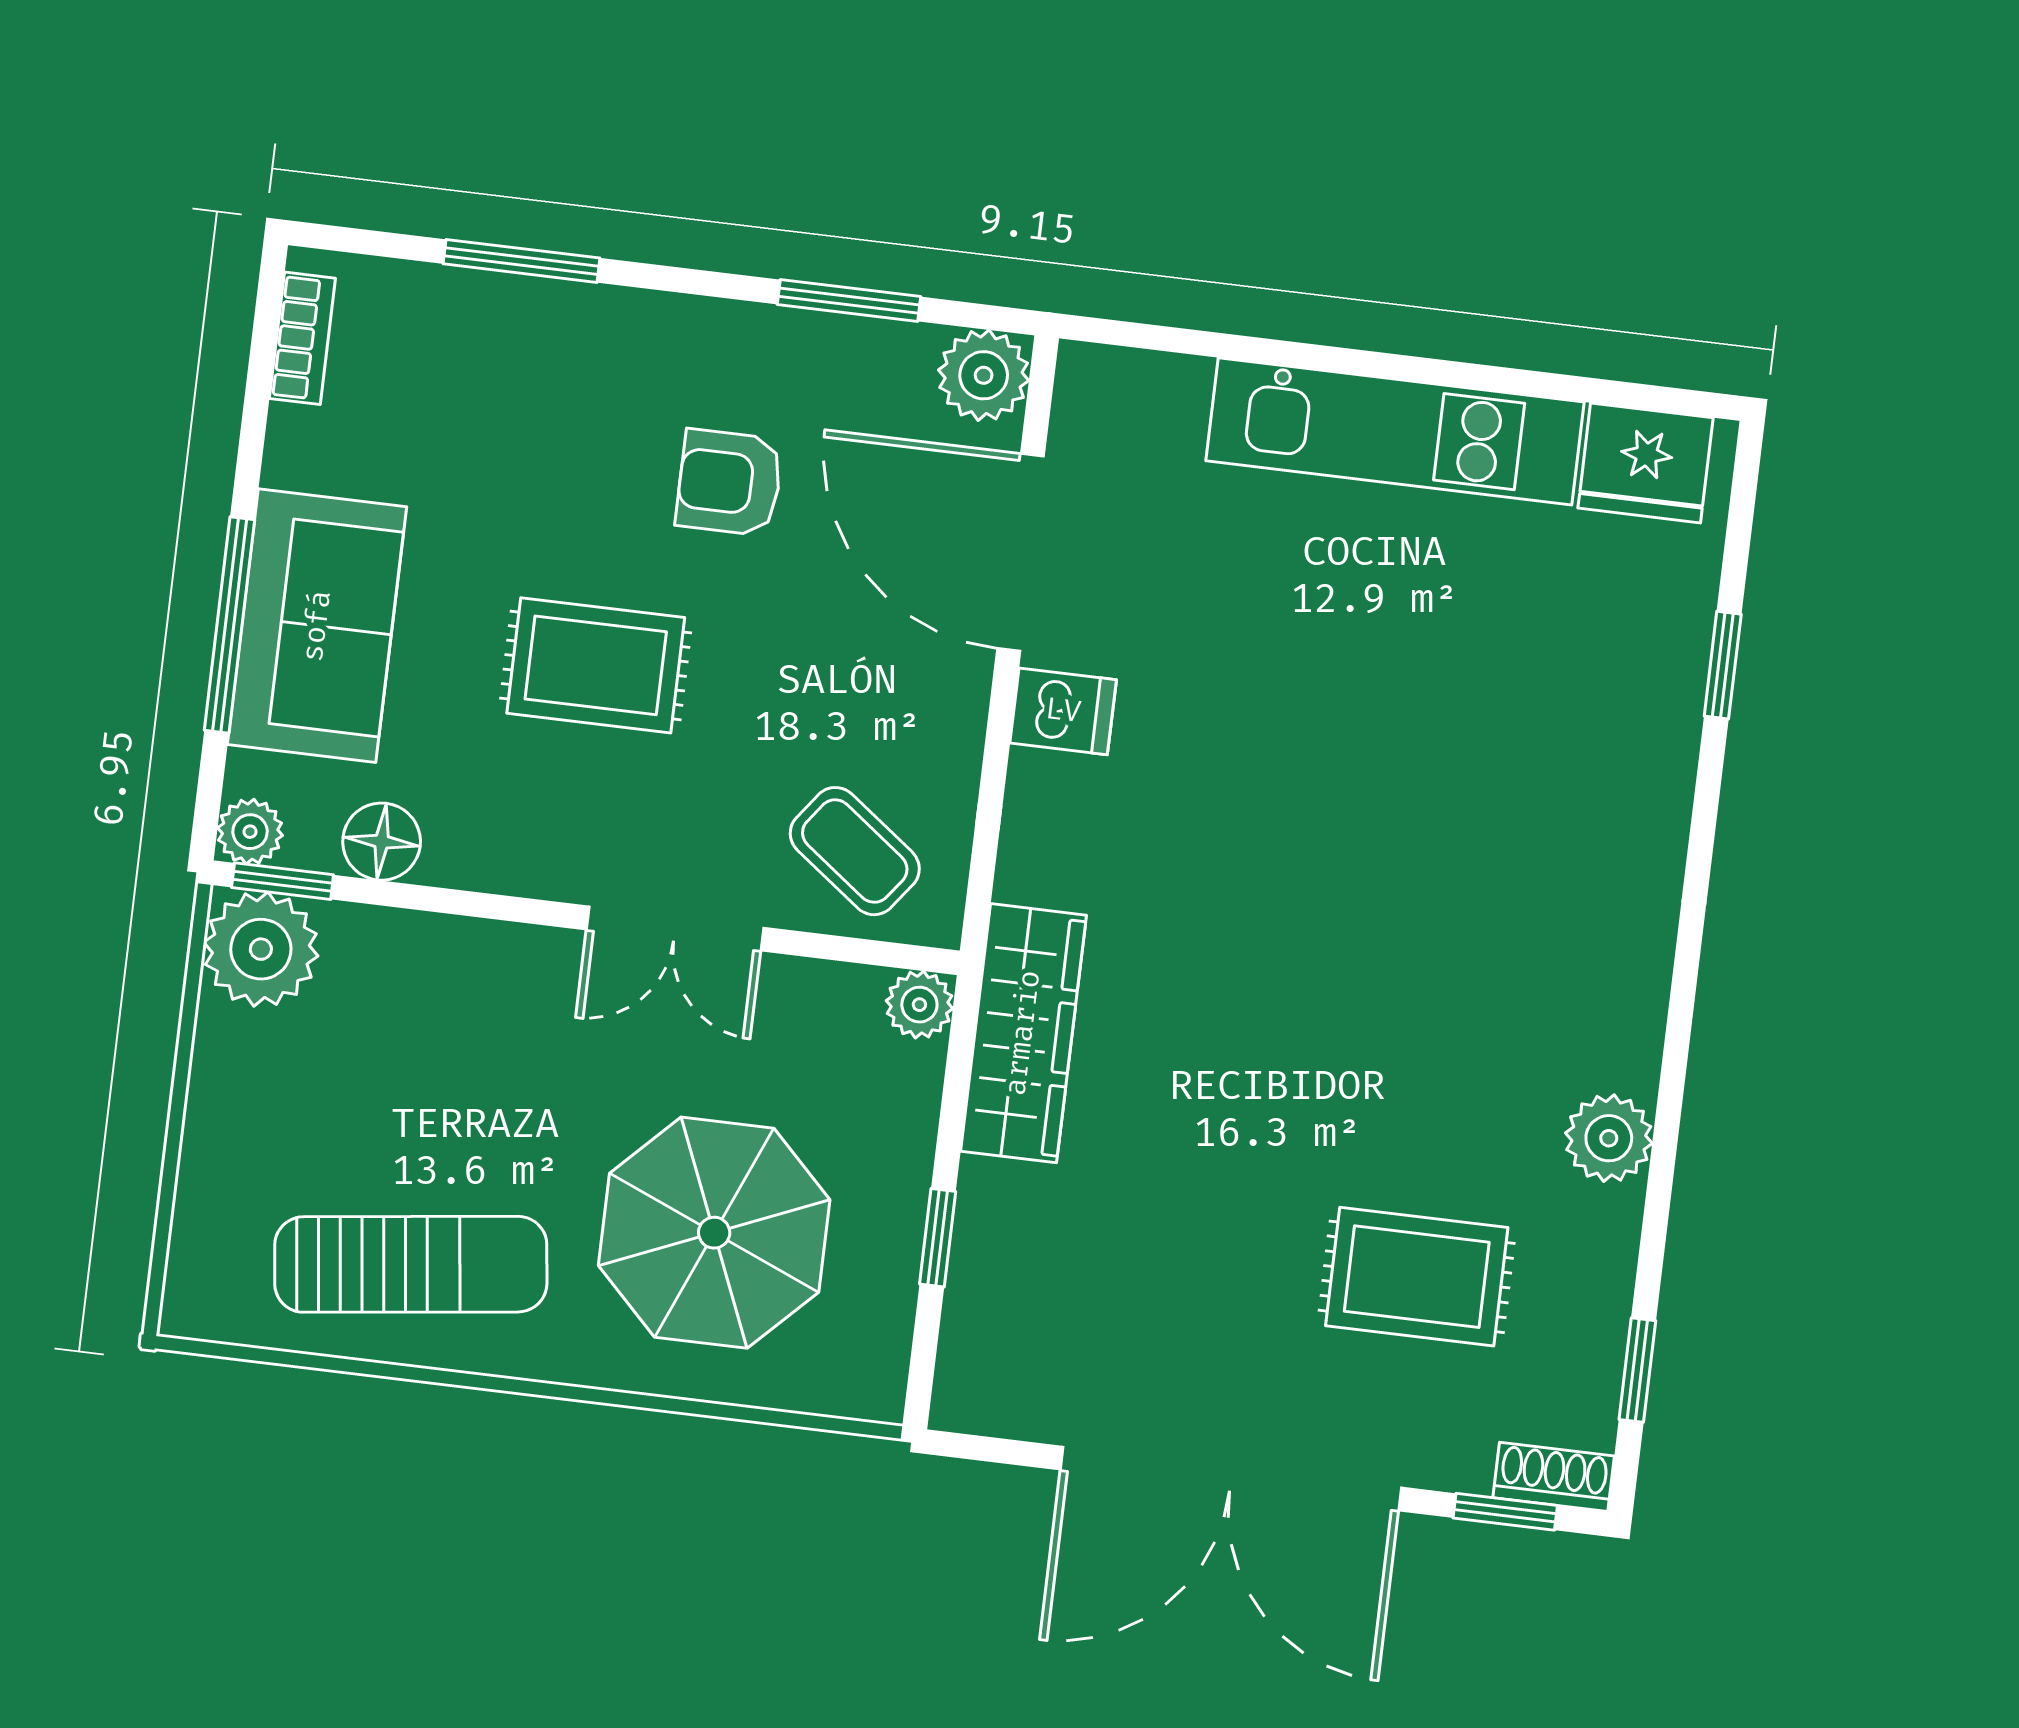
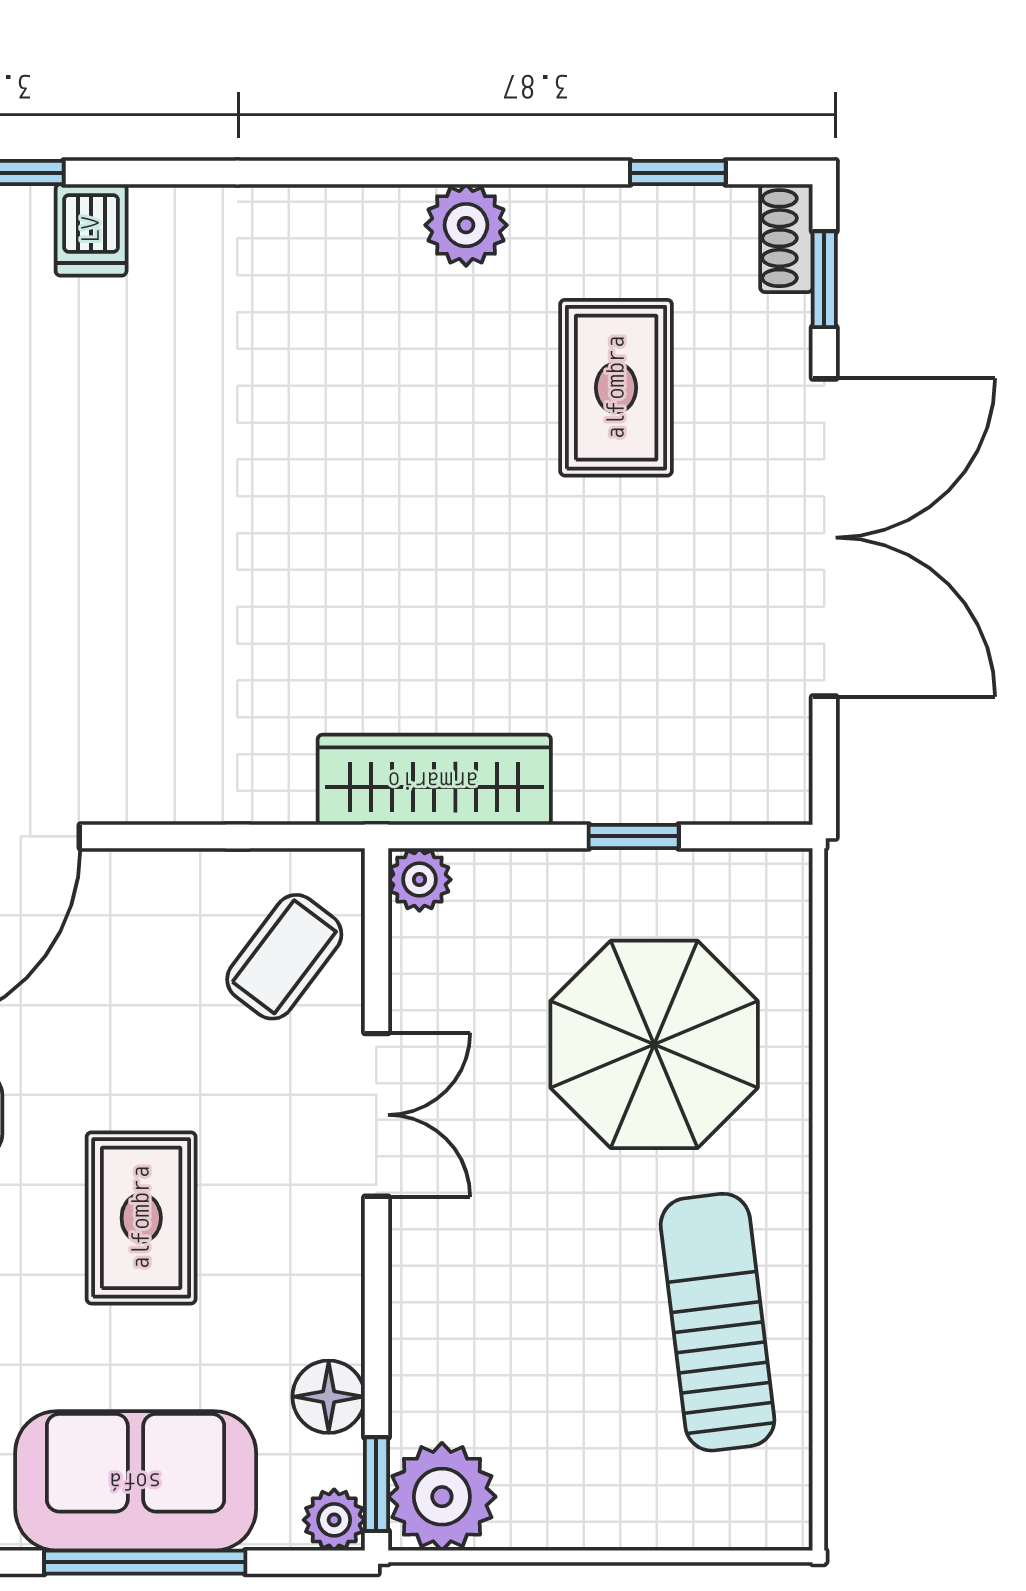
dishwasher: (1063, 711) -> (91, 230), moved, turned 180

